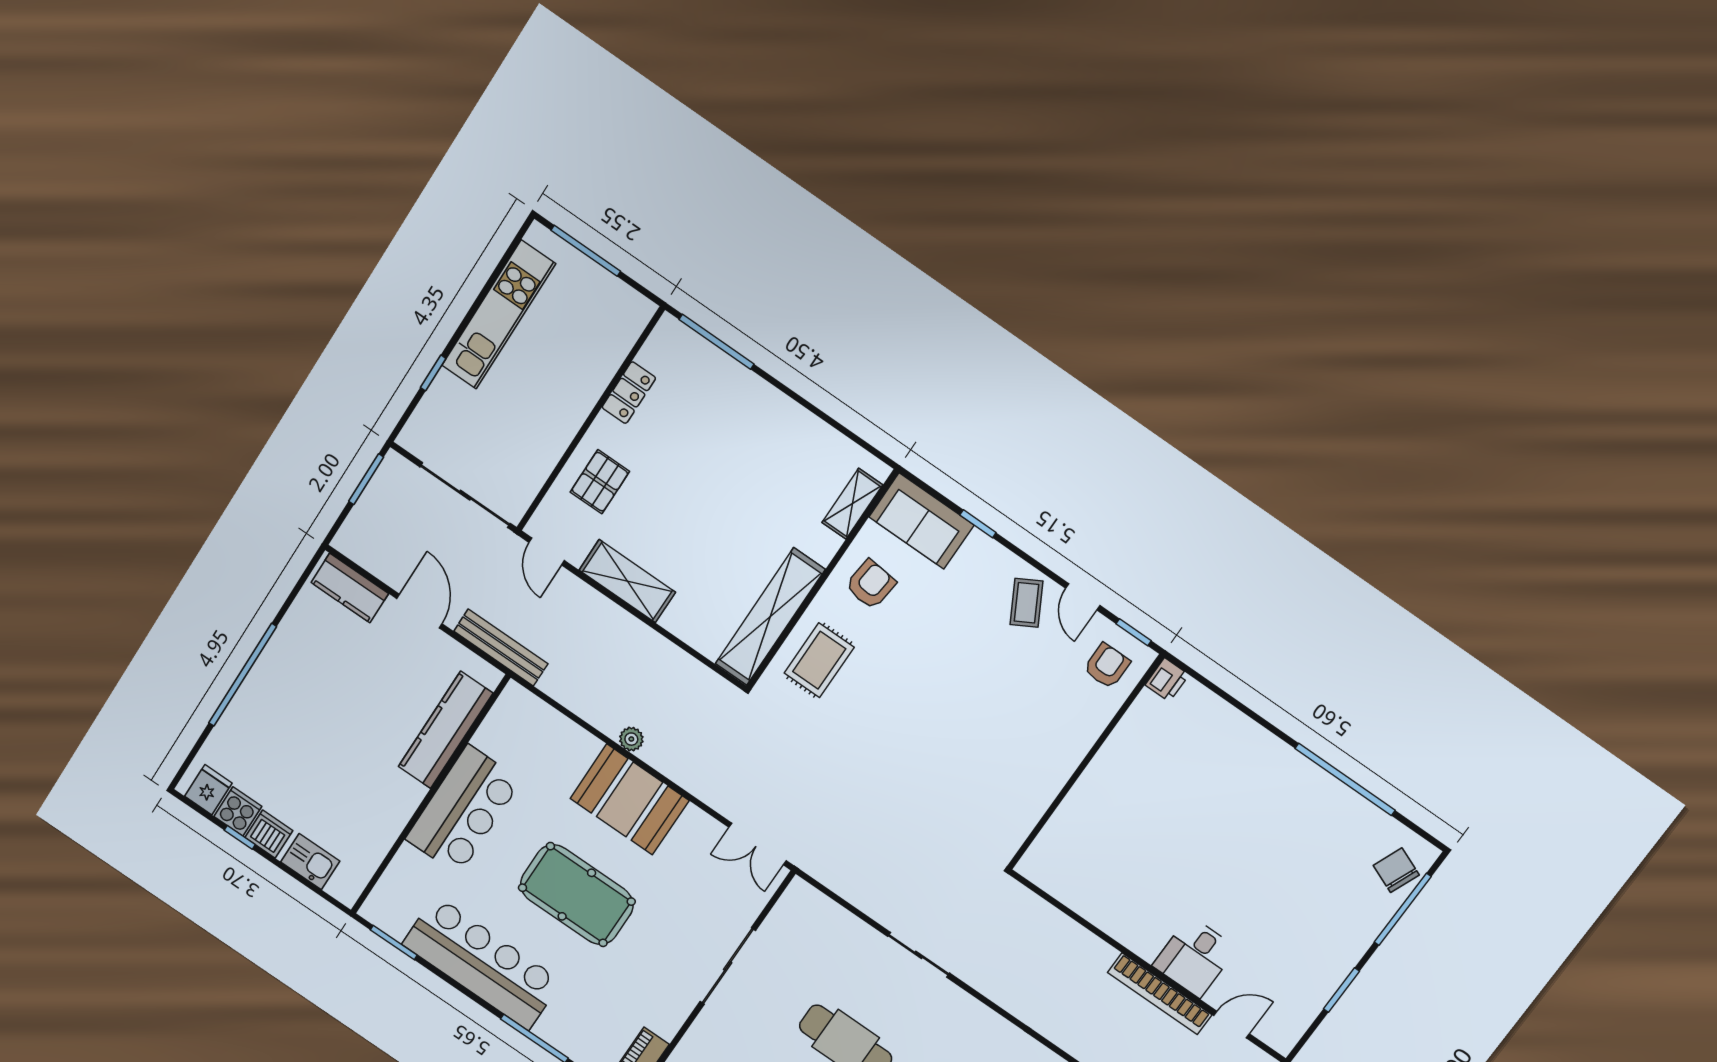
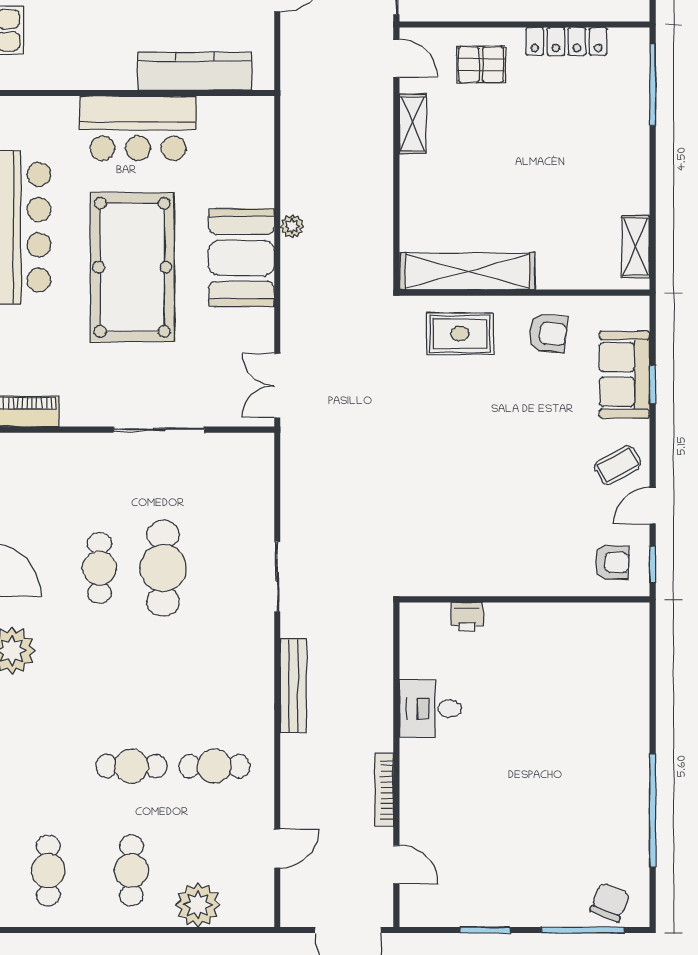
locker: (629, 393) -> (566, 41), width x1.53
shelving: (852, 504) -> (636, 247), moved, turned 90
sofa: (921, 521) -> (624, 374), moved
door: (547, 551) -> (396, 58), swing flipped
shelving: (627, 581) -> (413, 124), width x0.67, depth x0.75
bench: (501, 648) -> (293, 686), moved
printer: (1167, 680) -> (467, 617), moved
pool table: (577, 895) -> (132, 267), width x1.36, depth x1.32
desk: (1195, 957) -> (430, 709), moved
bookcase: (1160, 994) -> (384, 790), width x0.68, depth x0.76

